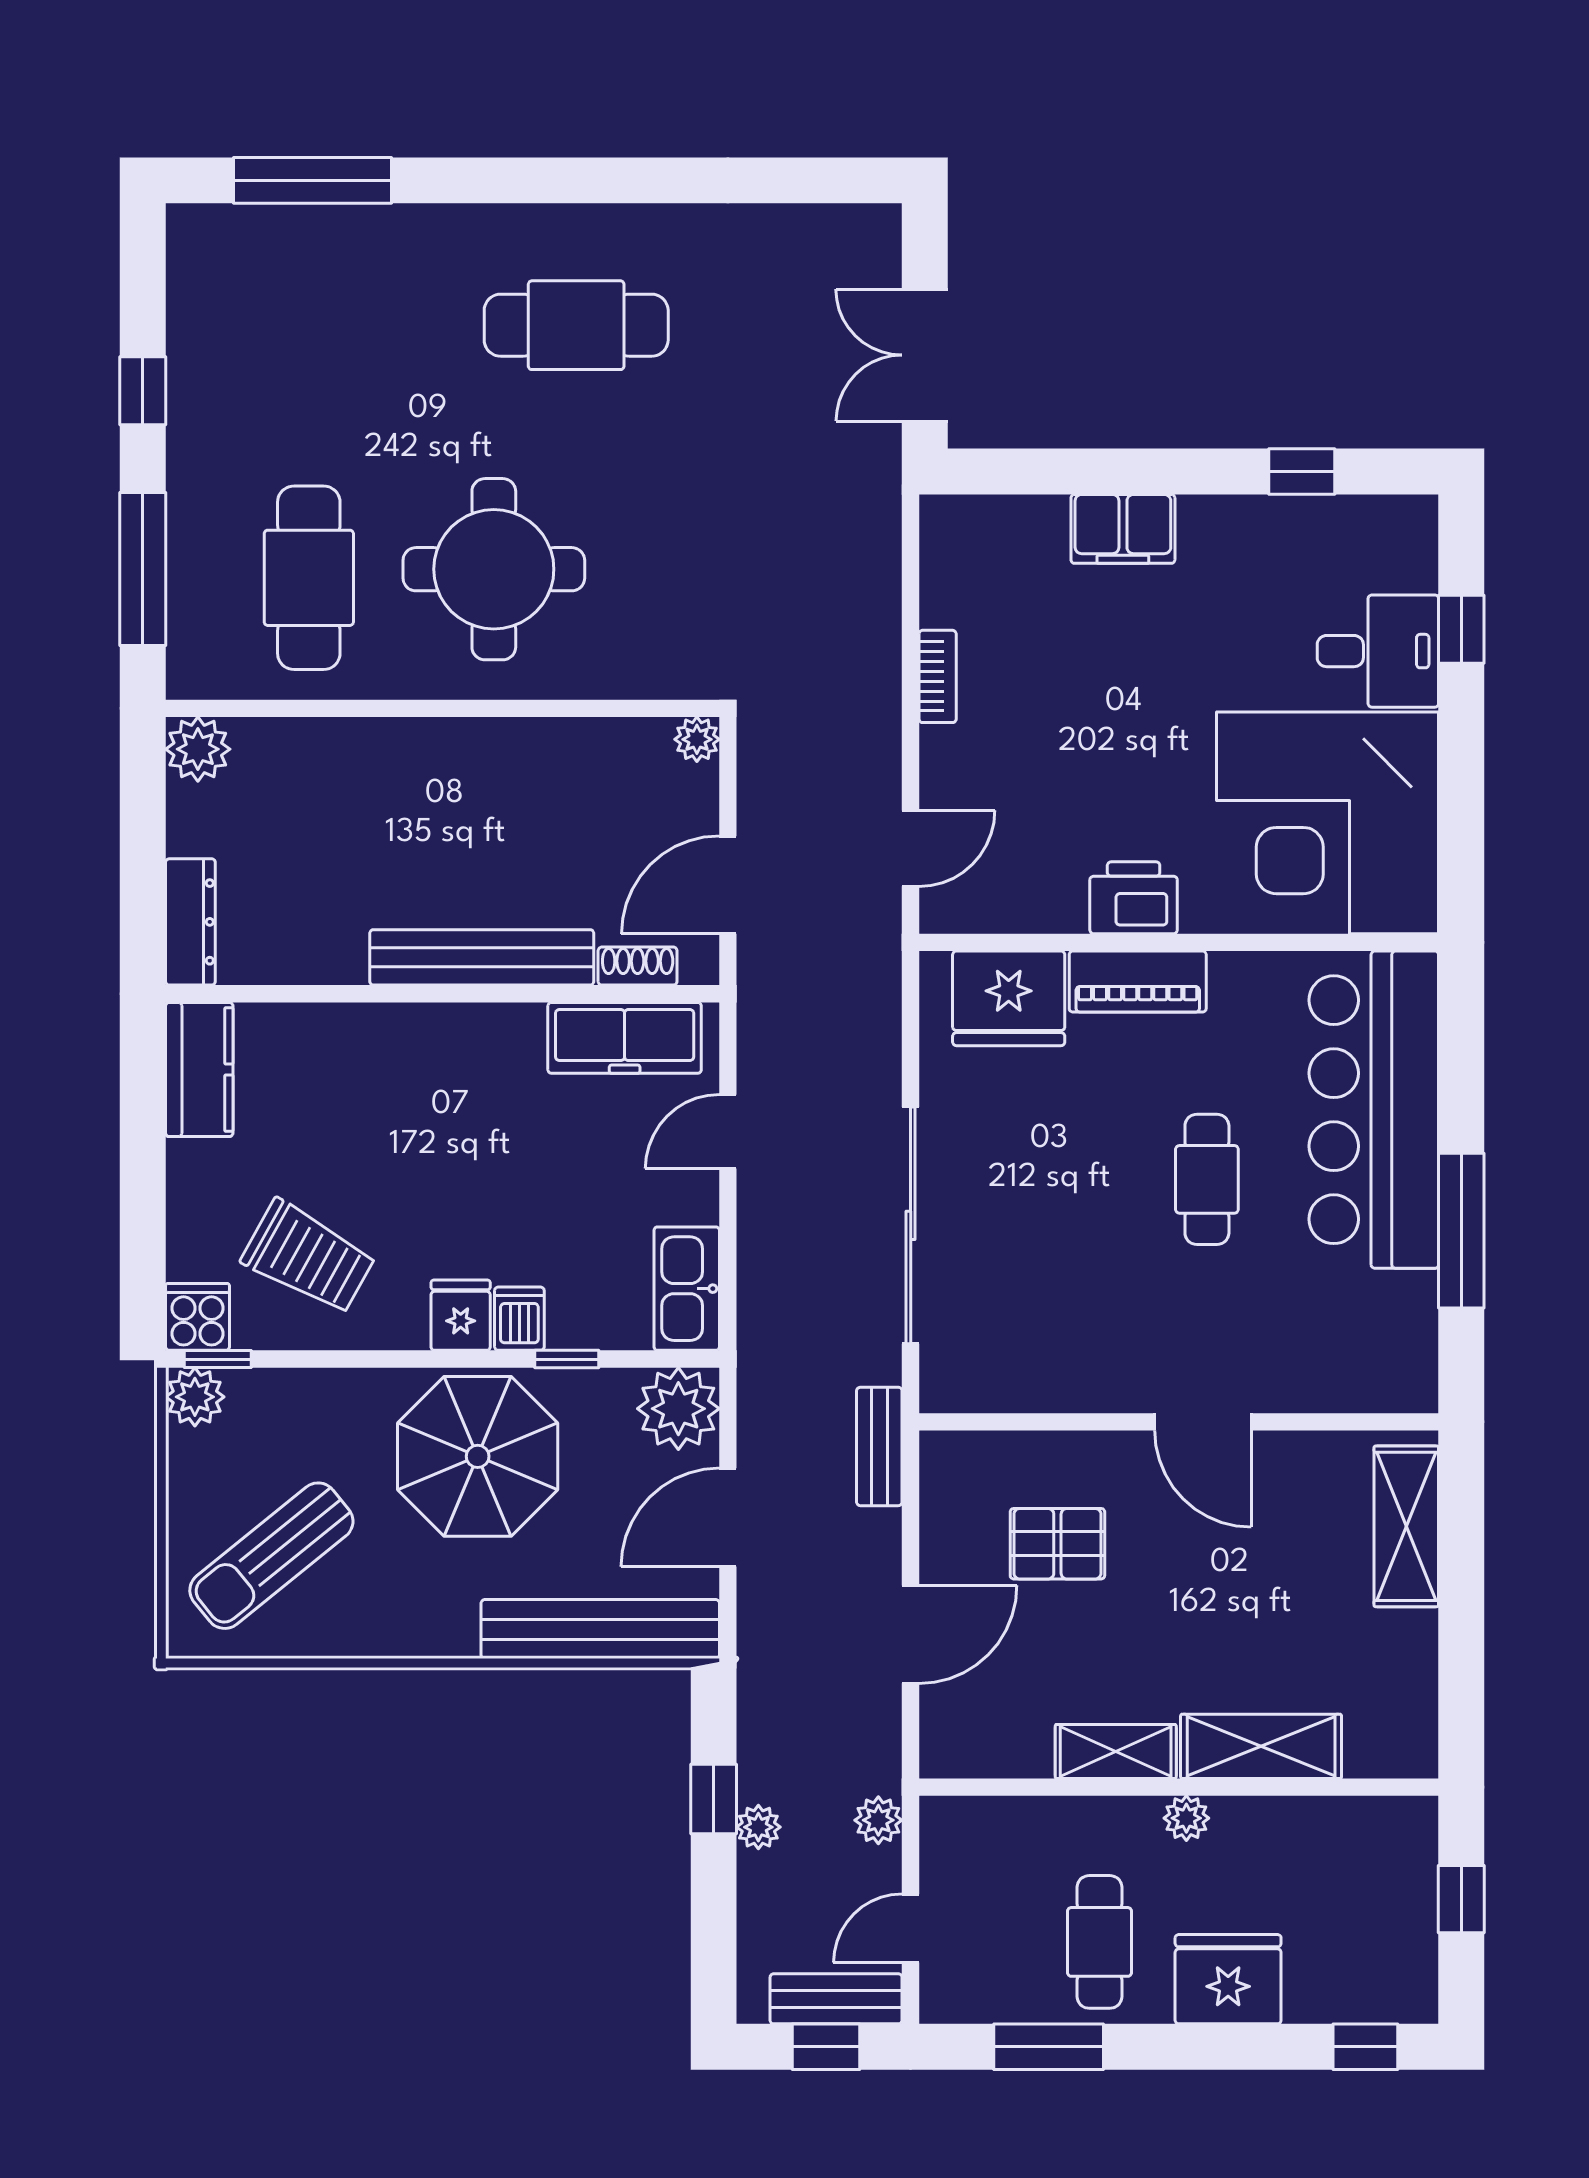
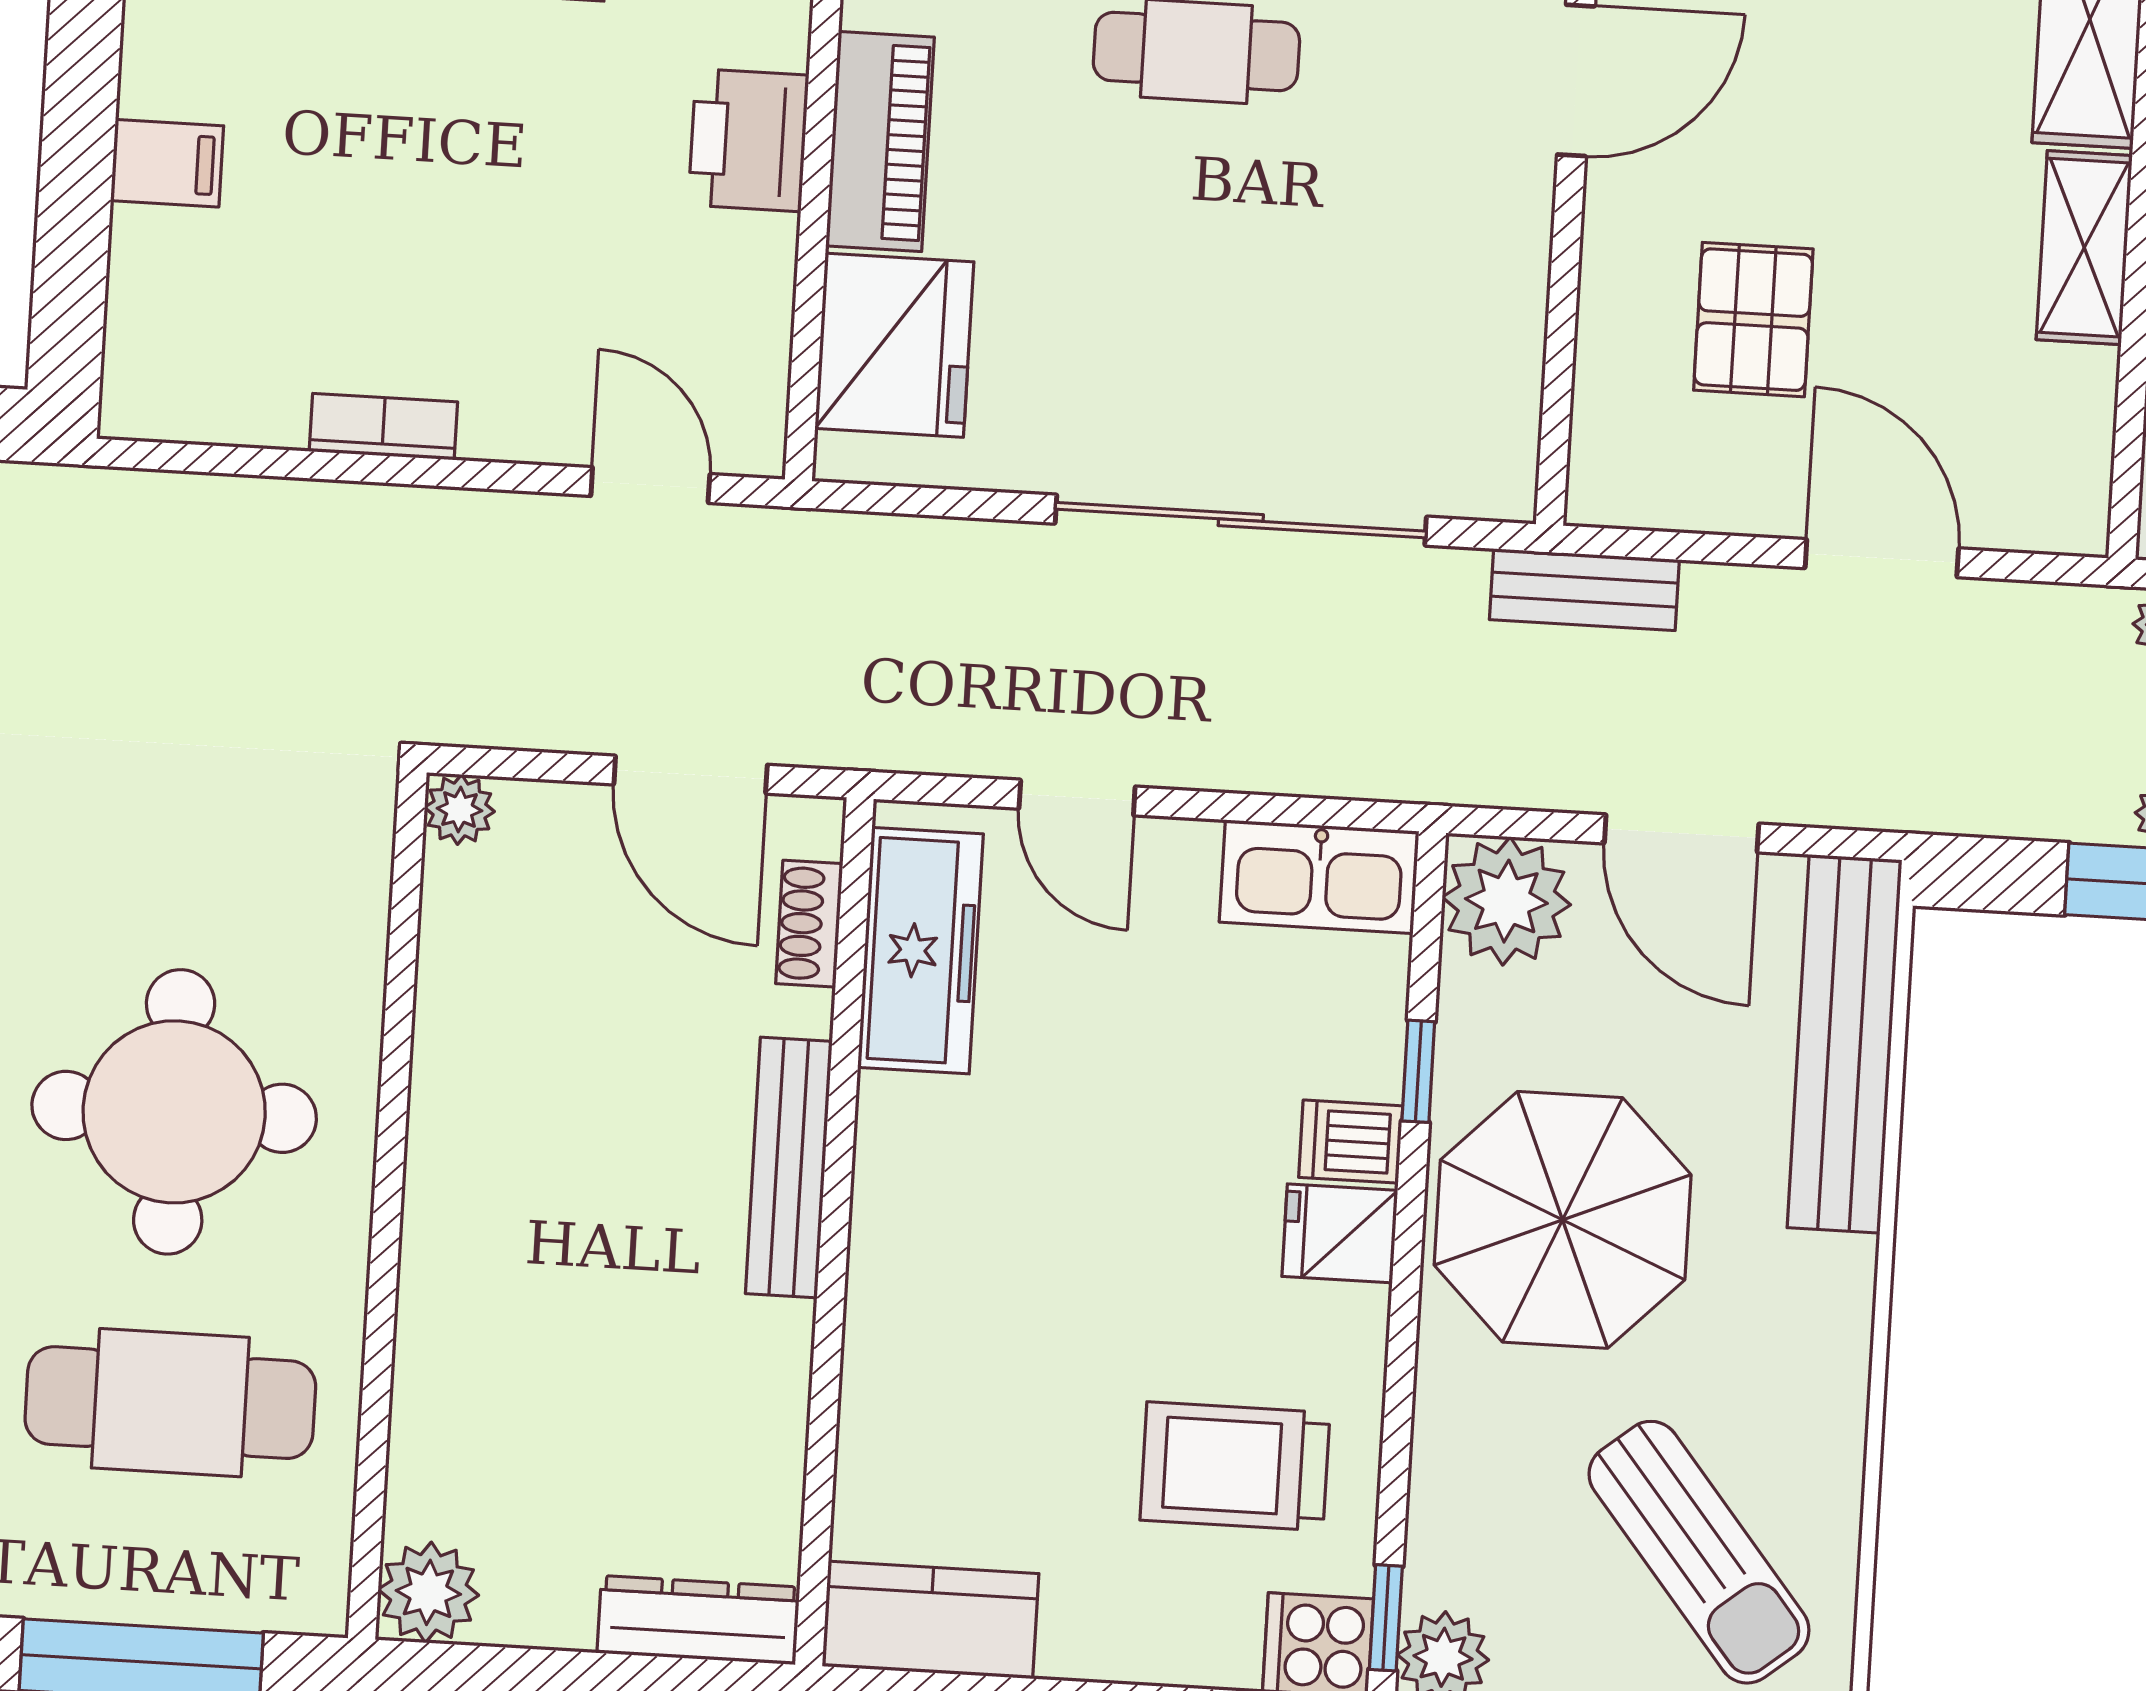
filing cabinet: (1123, 529) -> (167, 163), width x0.50
bench: (482, 957) -> (789, 1167), width x0.73, depth x0.82
trolley: (309, 1257) -> (1235, 1466), turned -119

